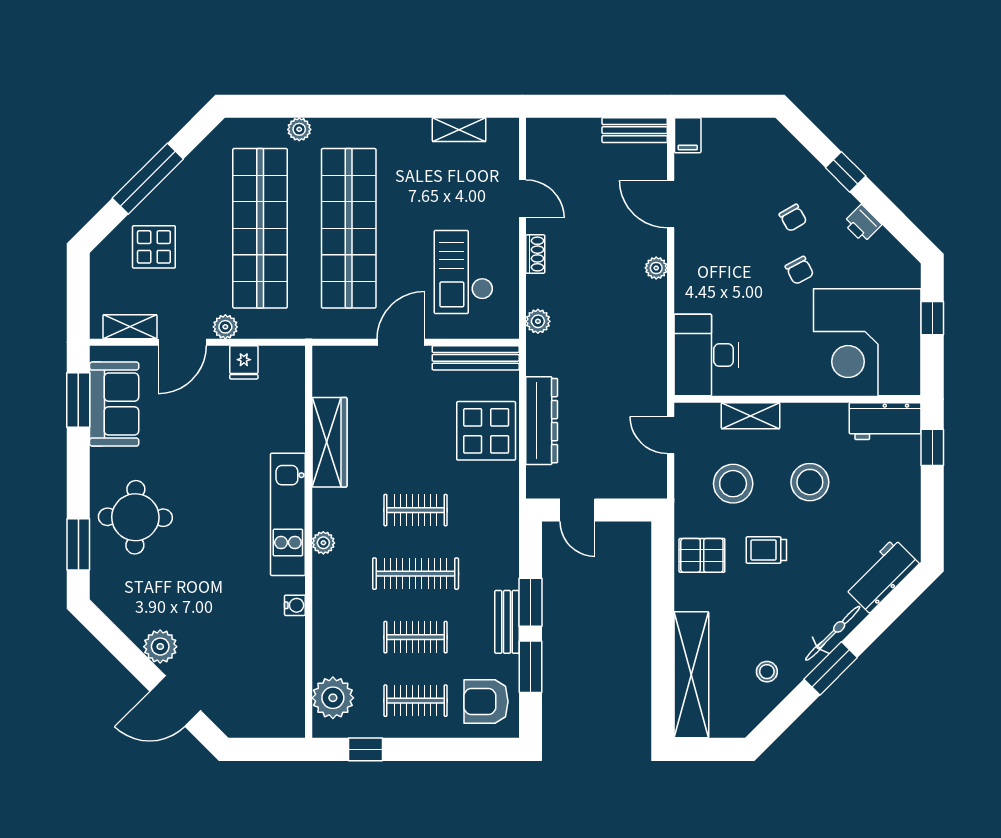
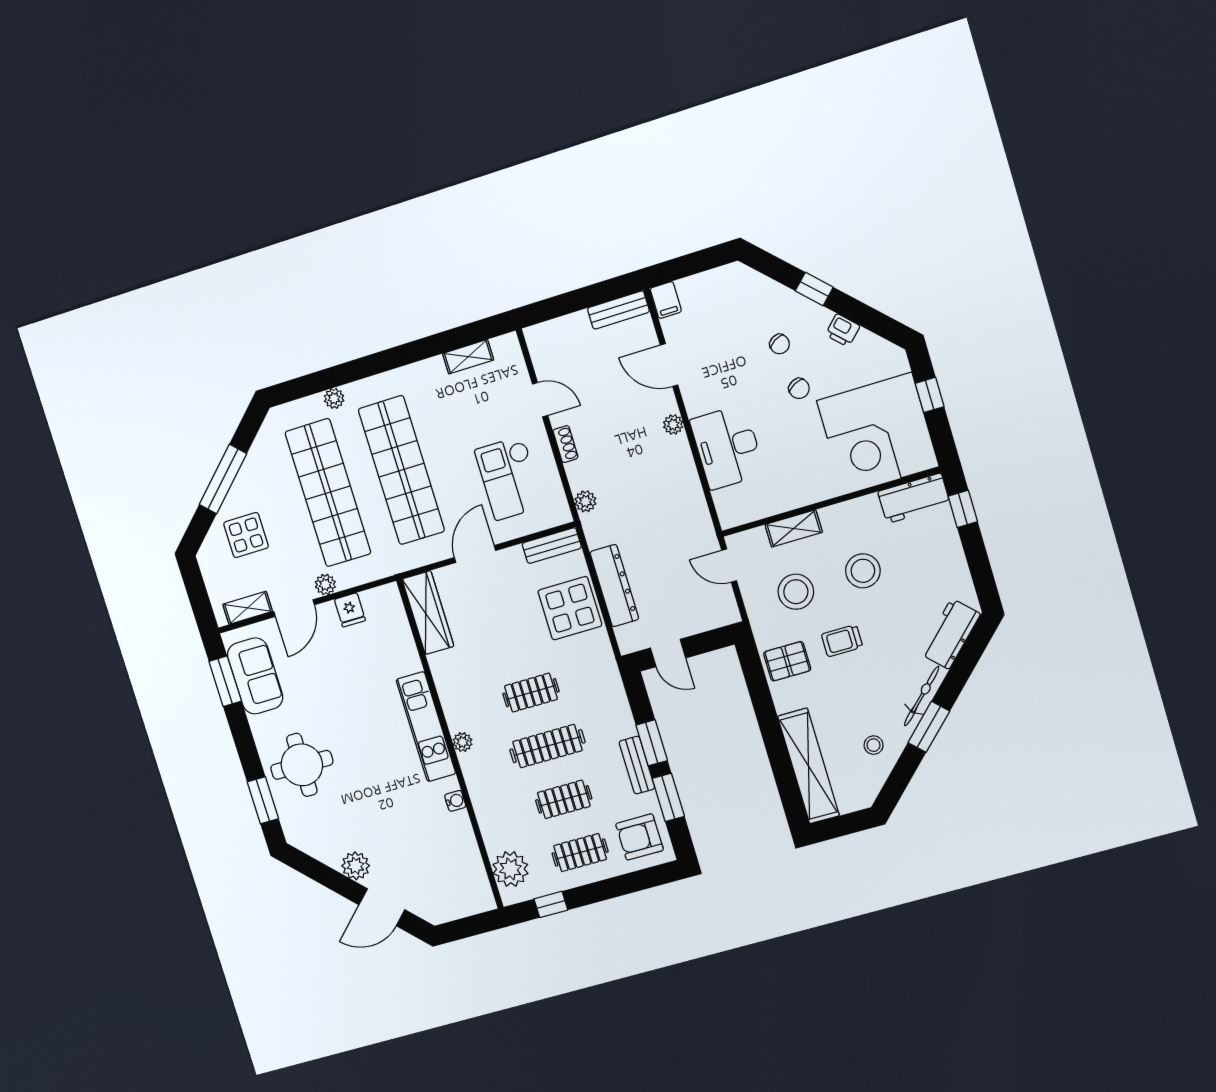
desk: (706, 355) -> (727, 447), moved
bench: (476, 358) -> (552, 546), width x0.73
wardrobe: (329, 442) -> (428, 613), moved

